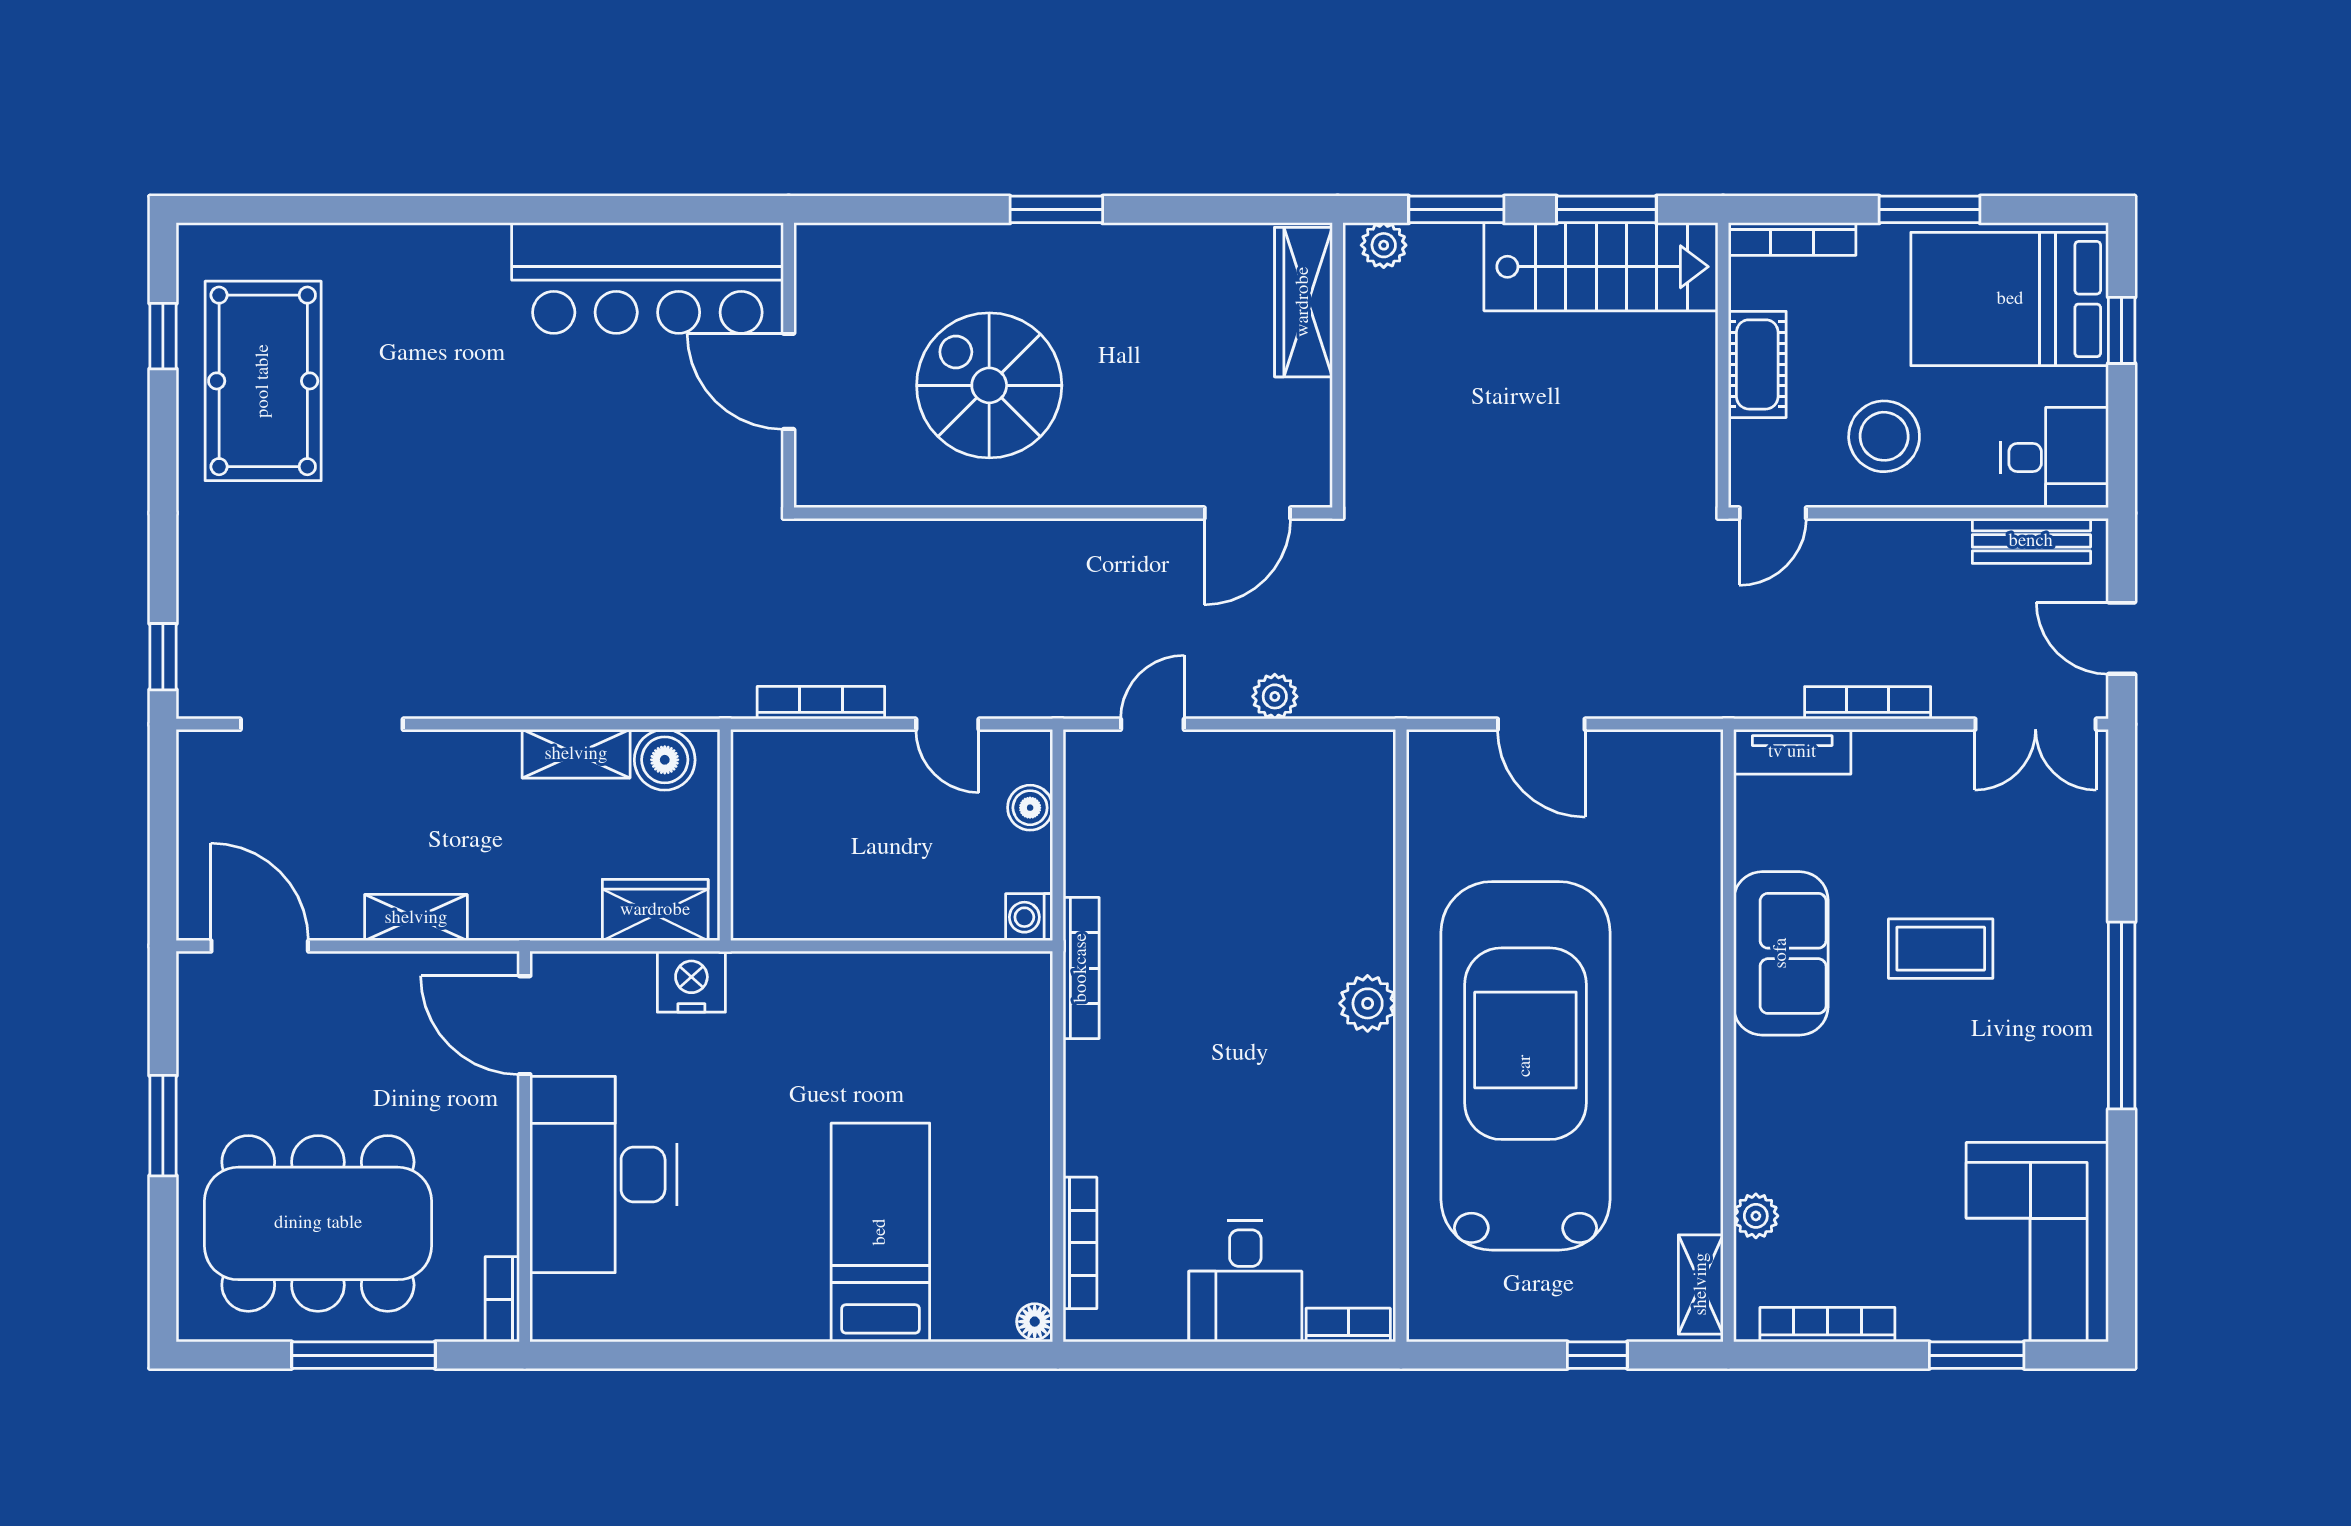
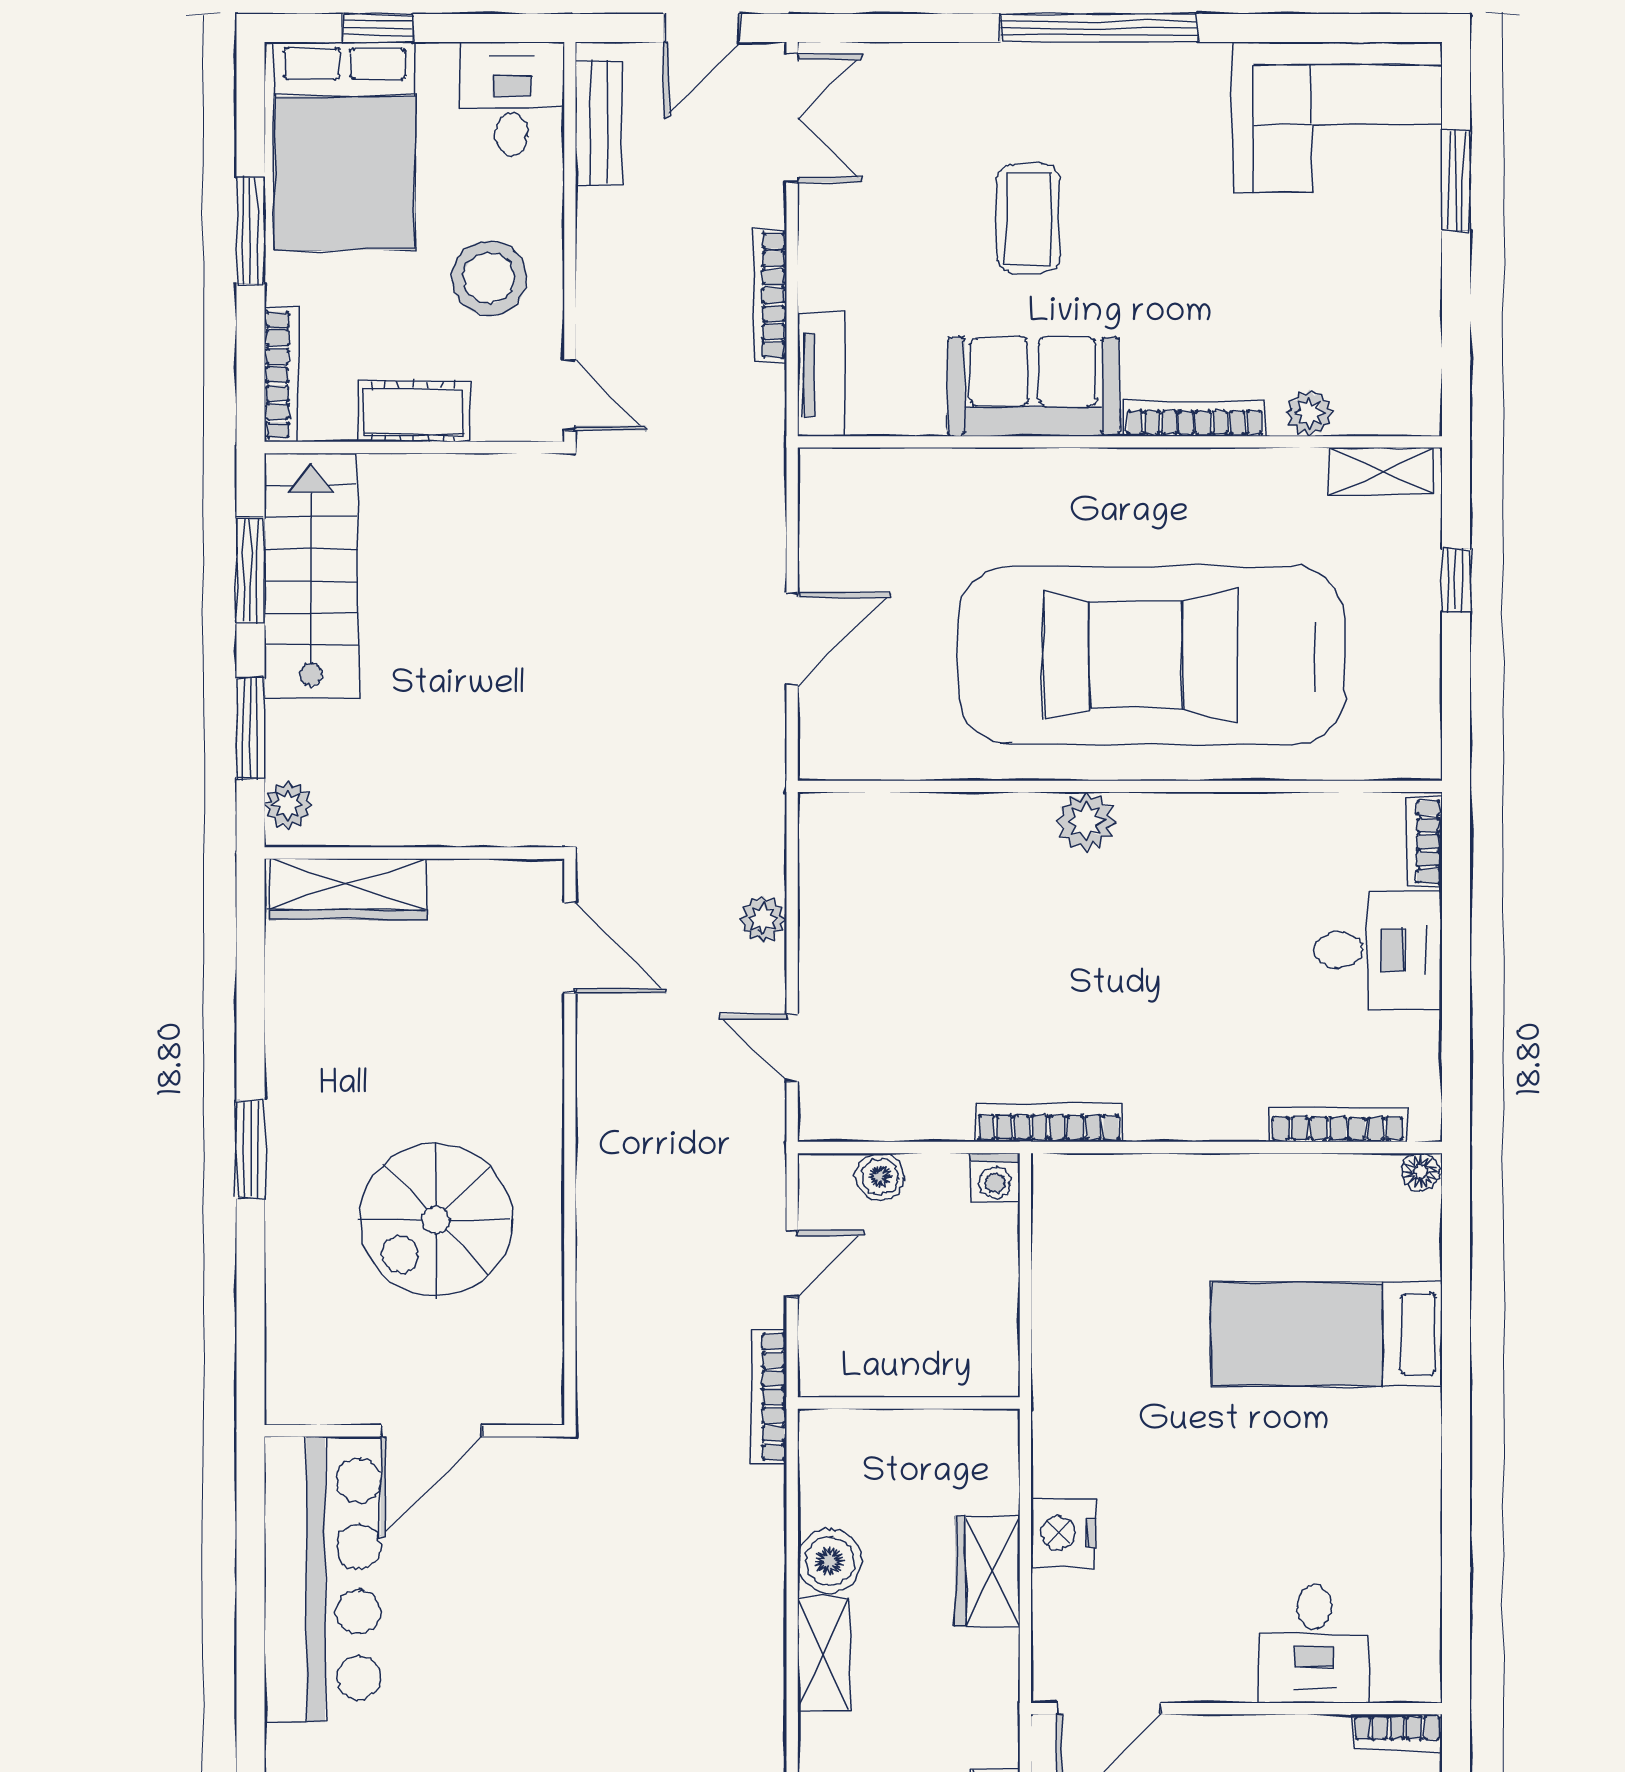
wall: (725, 835) -> (909, 1403), moved
desk: (603, 1175) -> (1314, 1644), width x0.53, depth x0.77
bookcase: (1827, 1325) -> (1195, 418), moved, turned 90

